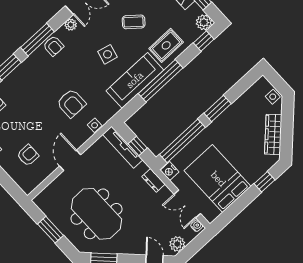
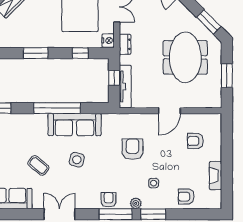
plant: (71, 25) -> (136, 203), moved
rug: (166, 45) -> (31, 129), removed
side table: (95, 125) -> (154, 183), moved
window: (182, 141) -> (80, 53), width x0.32

